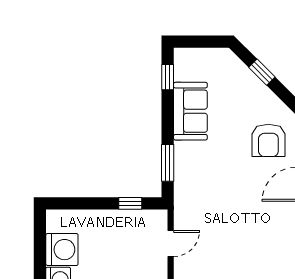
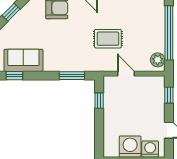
sofa: (190, 111) -> (23, 60), moved
rug: (223, 217) -> (108, 39), added

